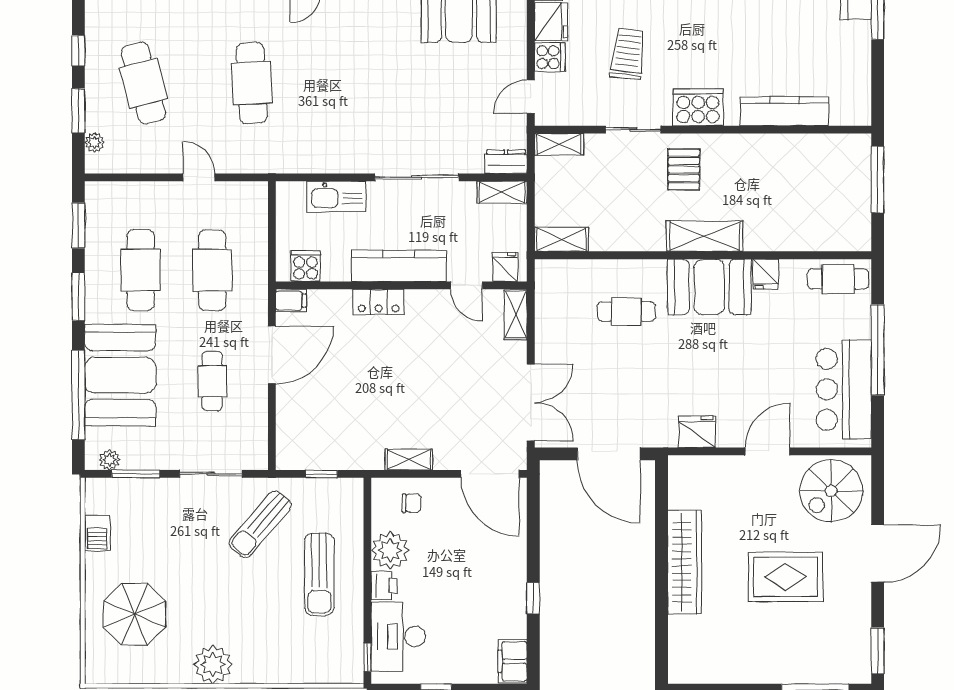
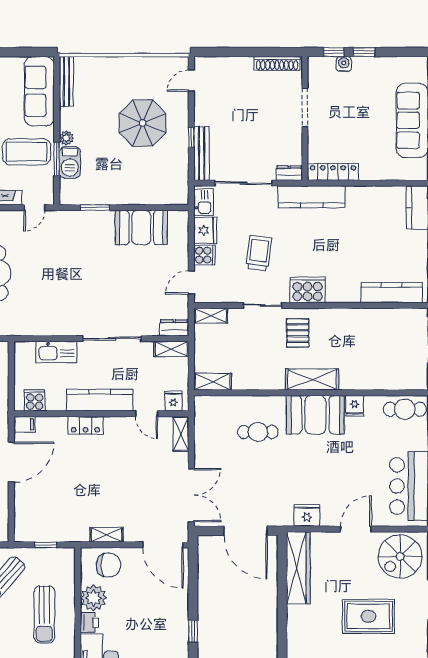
kitchen counter: (784, 111) -> (392, 293), moved
chair: (412, 503) -> (108, 565), width x1.87, depth x1.87
wardrobe: (685, 562) -> (298, 568), moved

